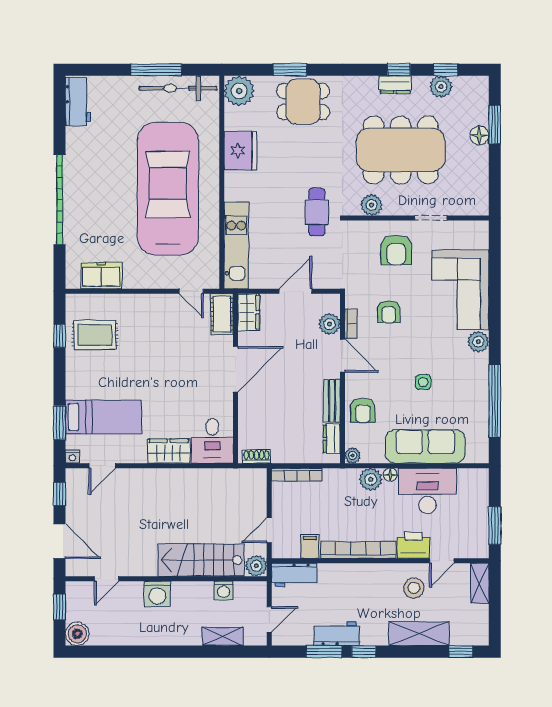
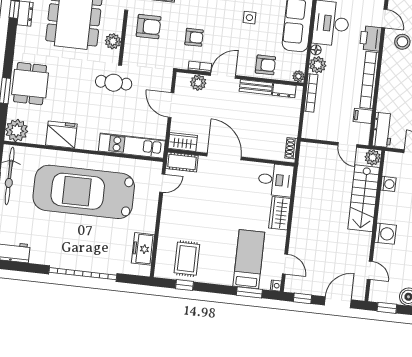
bookcase: (297, 475) -> (311, 93), moved

